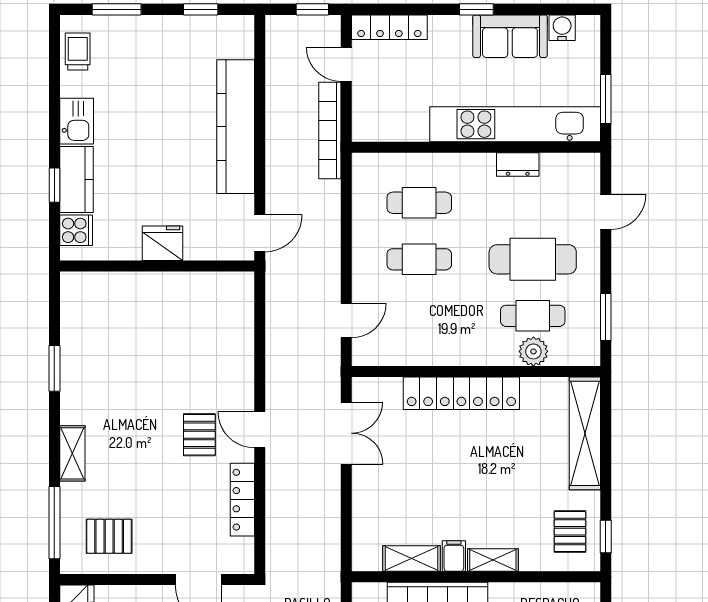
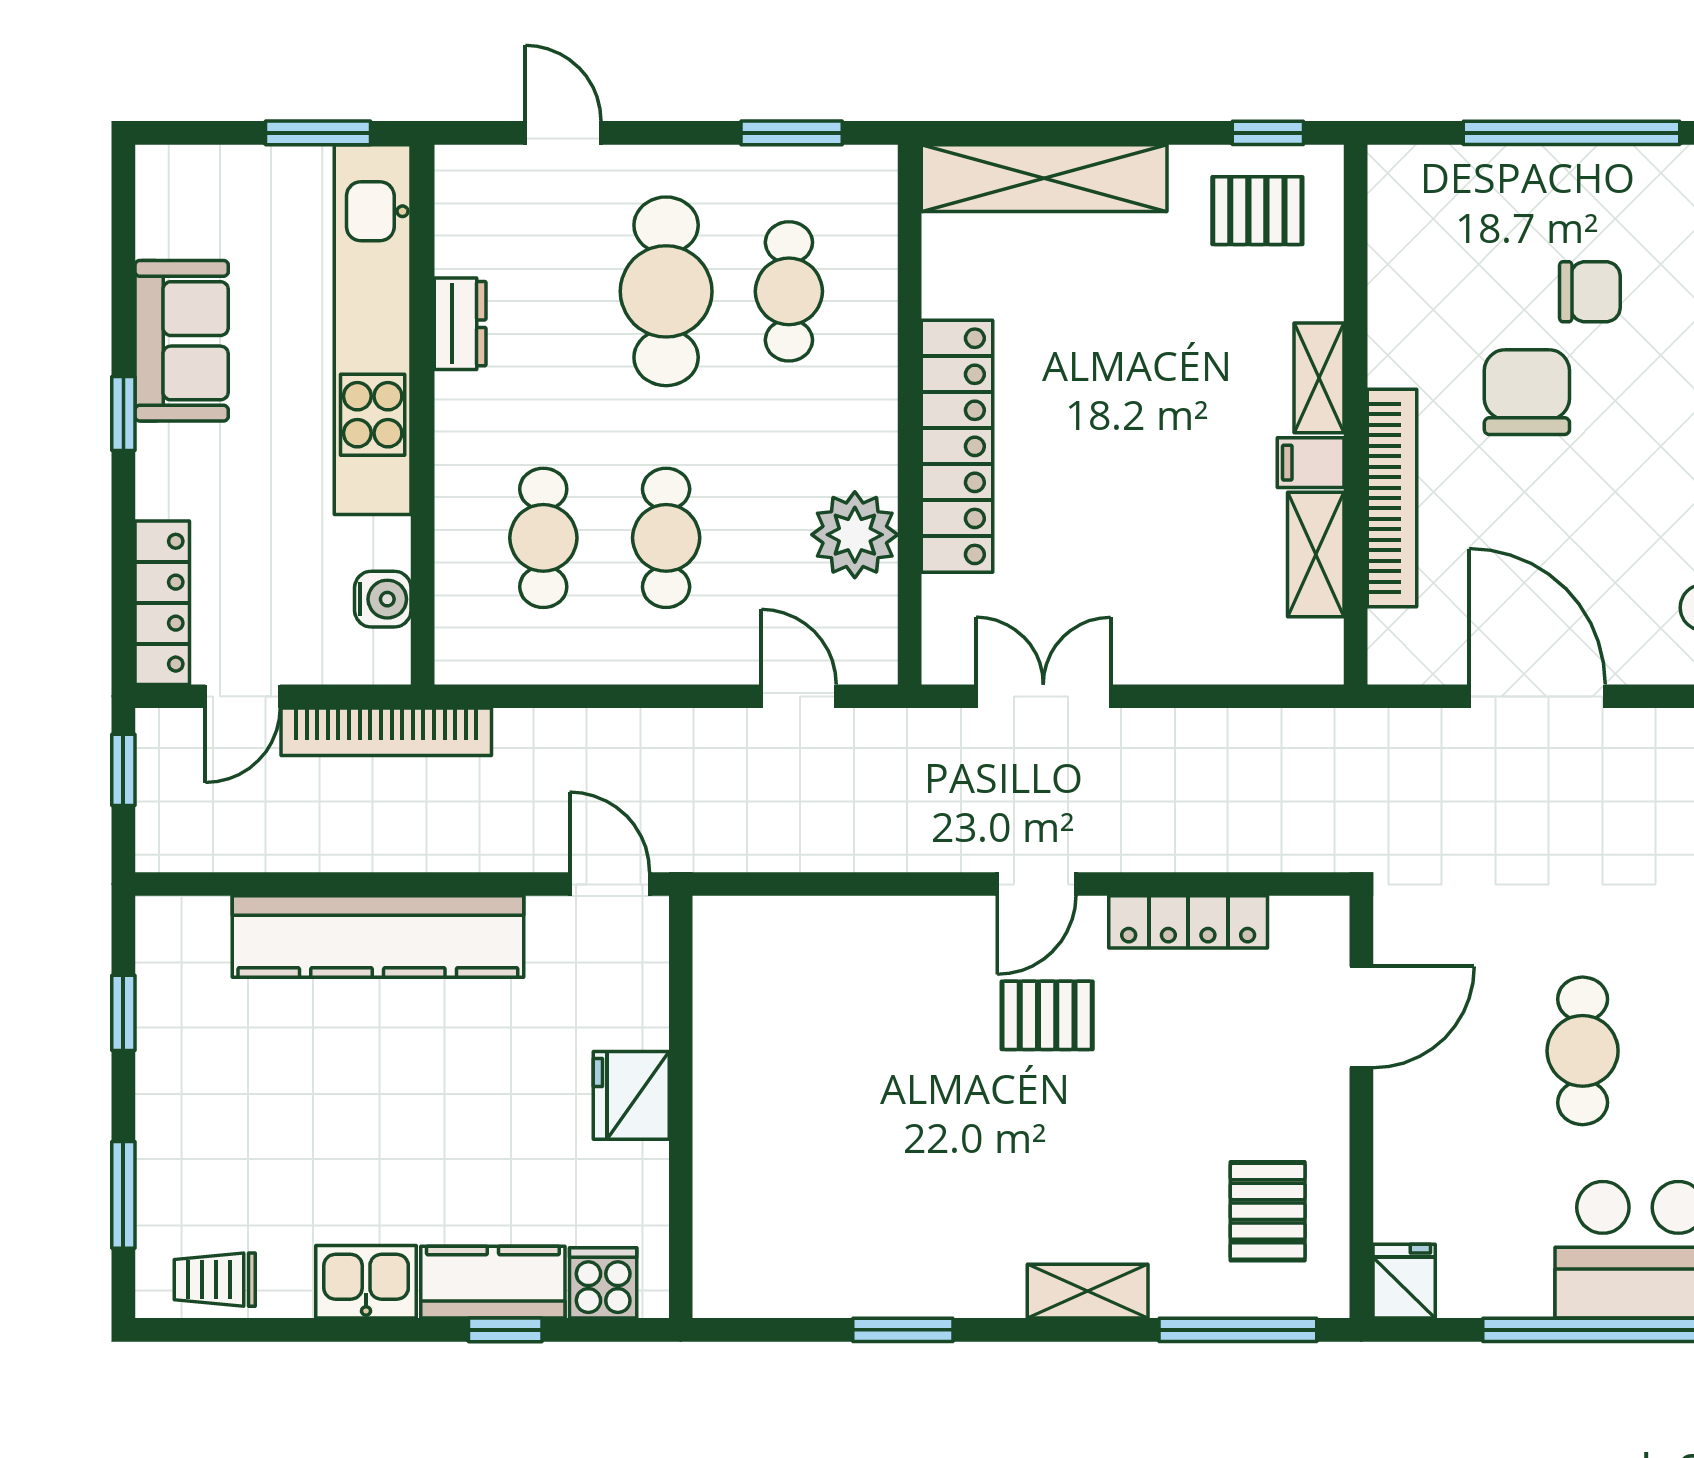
water cooler: (562, 28) -> (383, 599), moved, turned 180
plant: (533, 351) -> (855, 535), moved, width x1.36, depth x1.36

